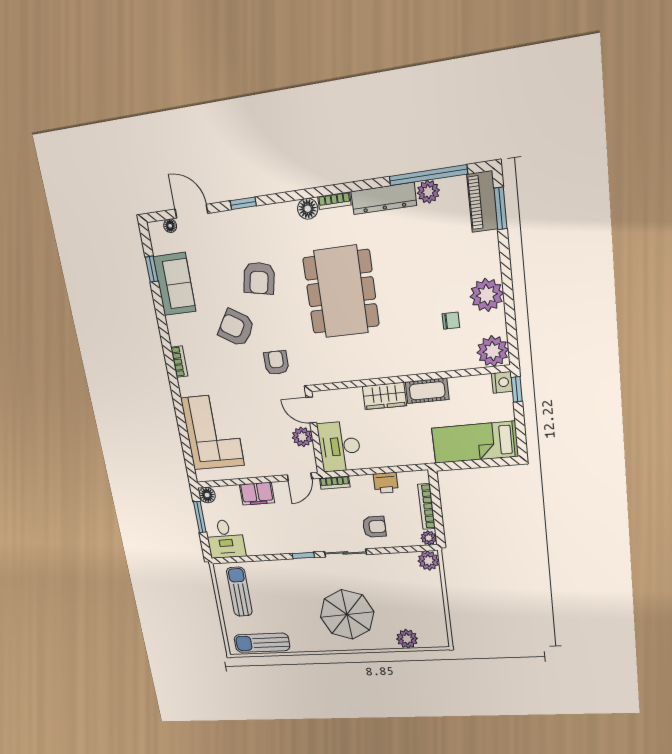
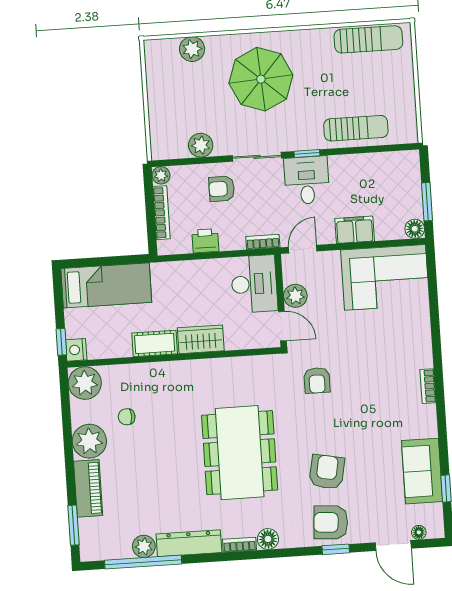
piano: (482, 202) -> (88, 488), moved
armchair: (236, 328) -> (331, 522), moved, turned 152
corner sofa: (212, 432) -> (385, 277), moved, turned -90
desk: (225, 539) -> (307, 180), moved
plant: (429, 561) -> (201, 145), moved
sun lounger: (239, 592) -> (356, 128), moved, turned -90

